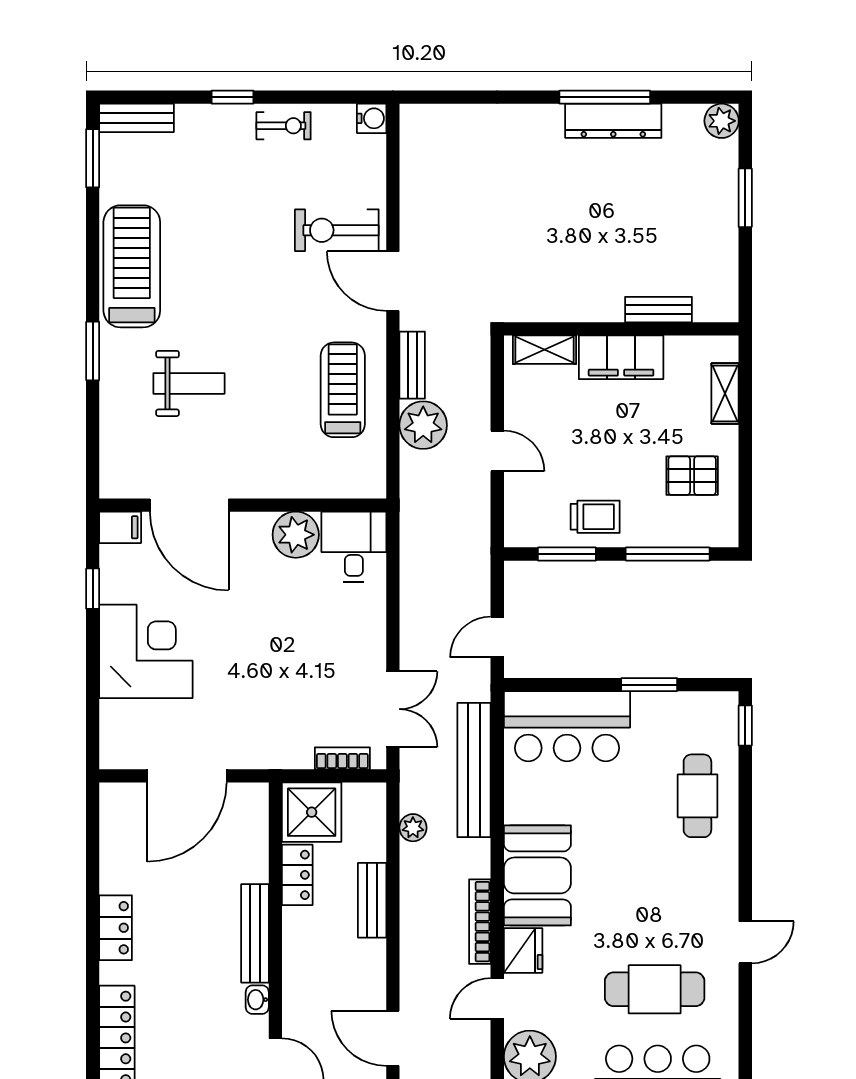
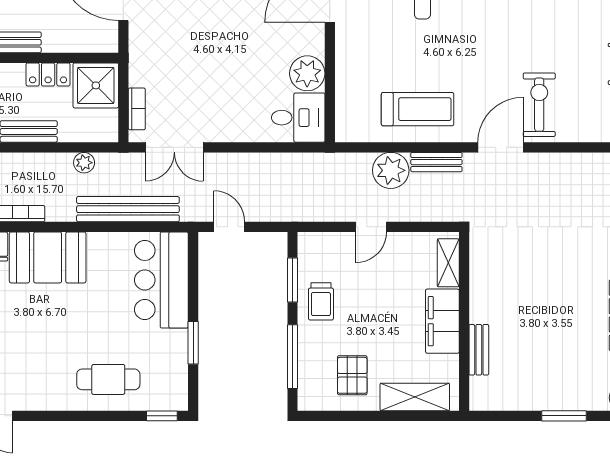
shelving: (725, 394) -> (415, 397), width x1.50, depth x1.33

